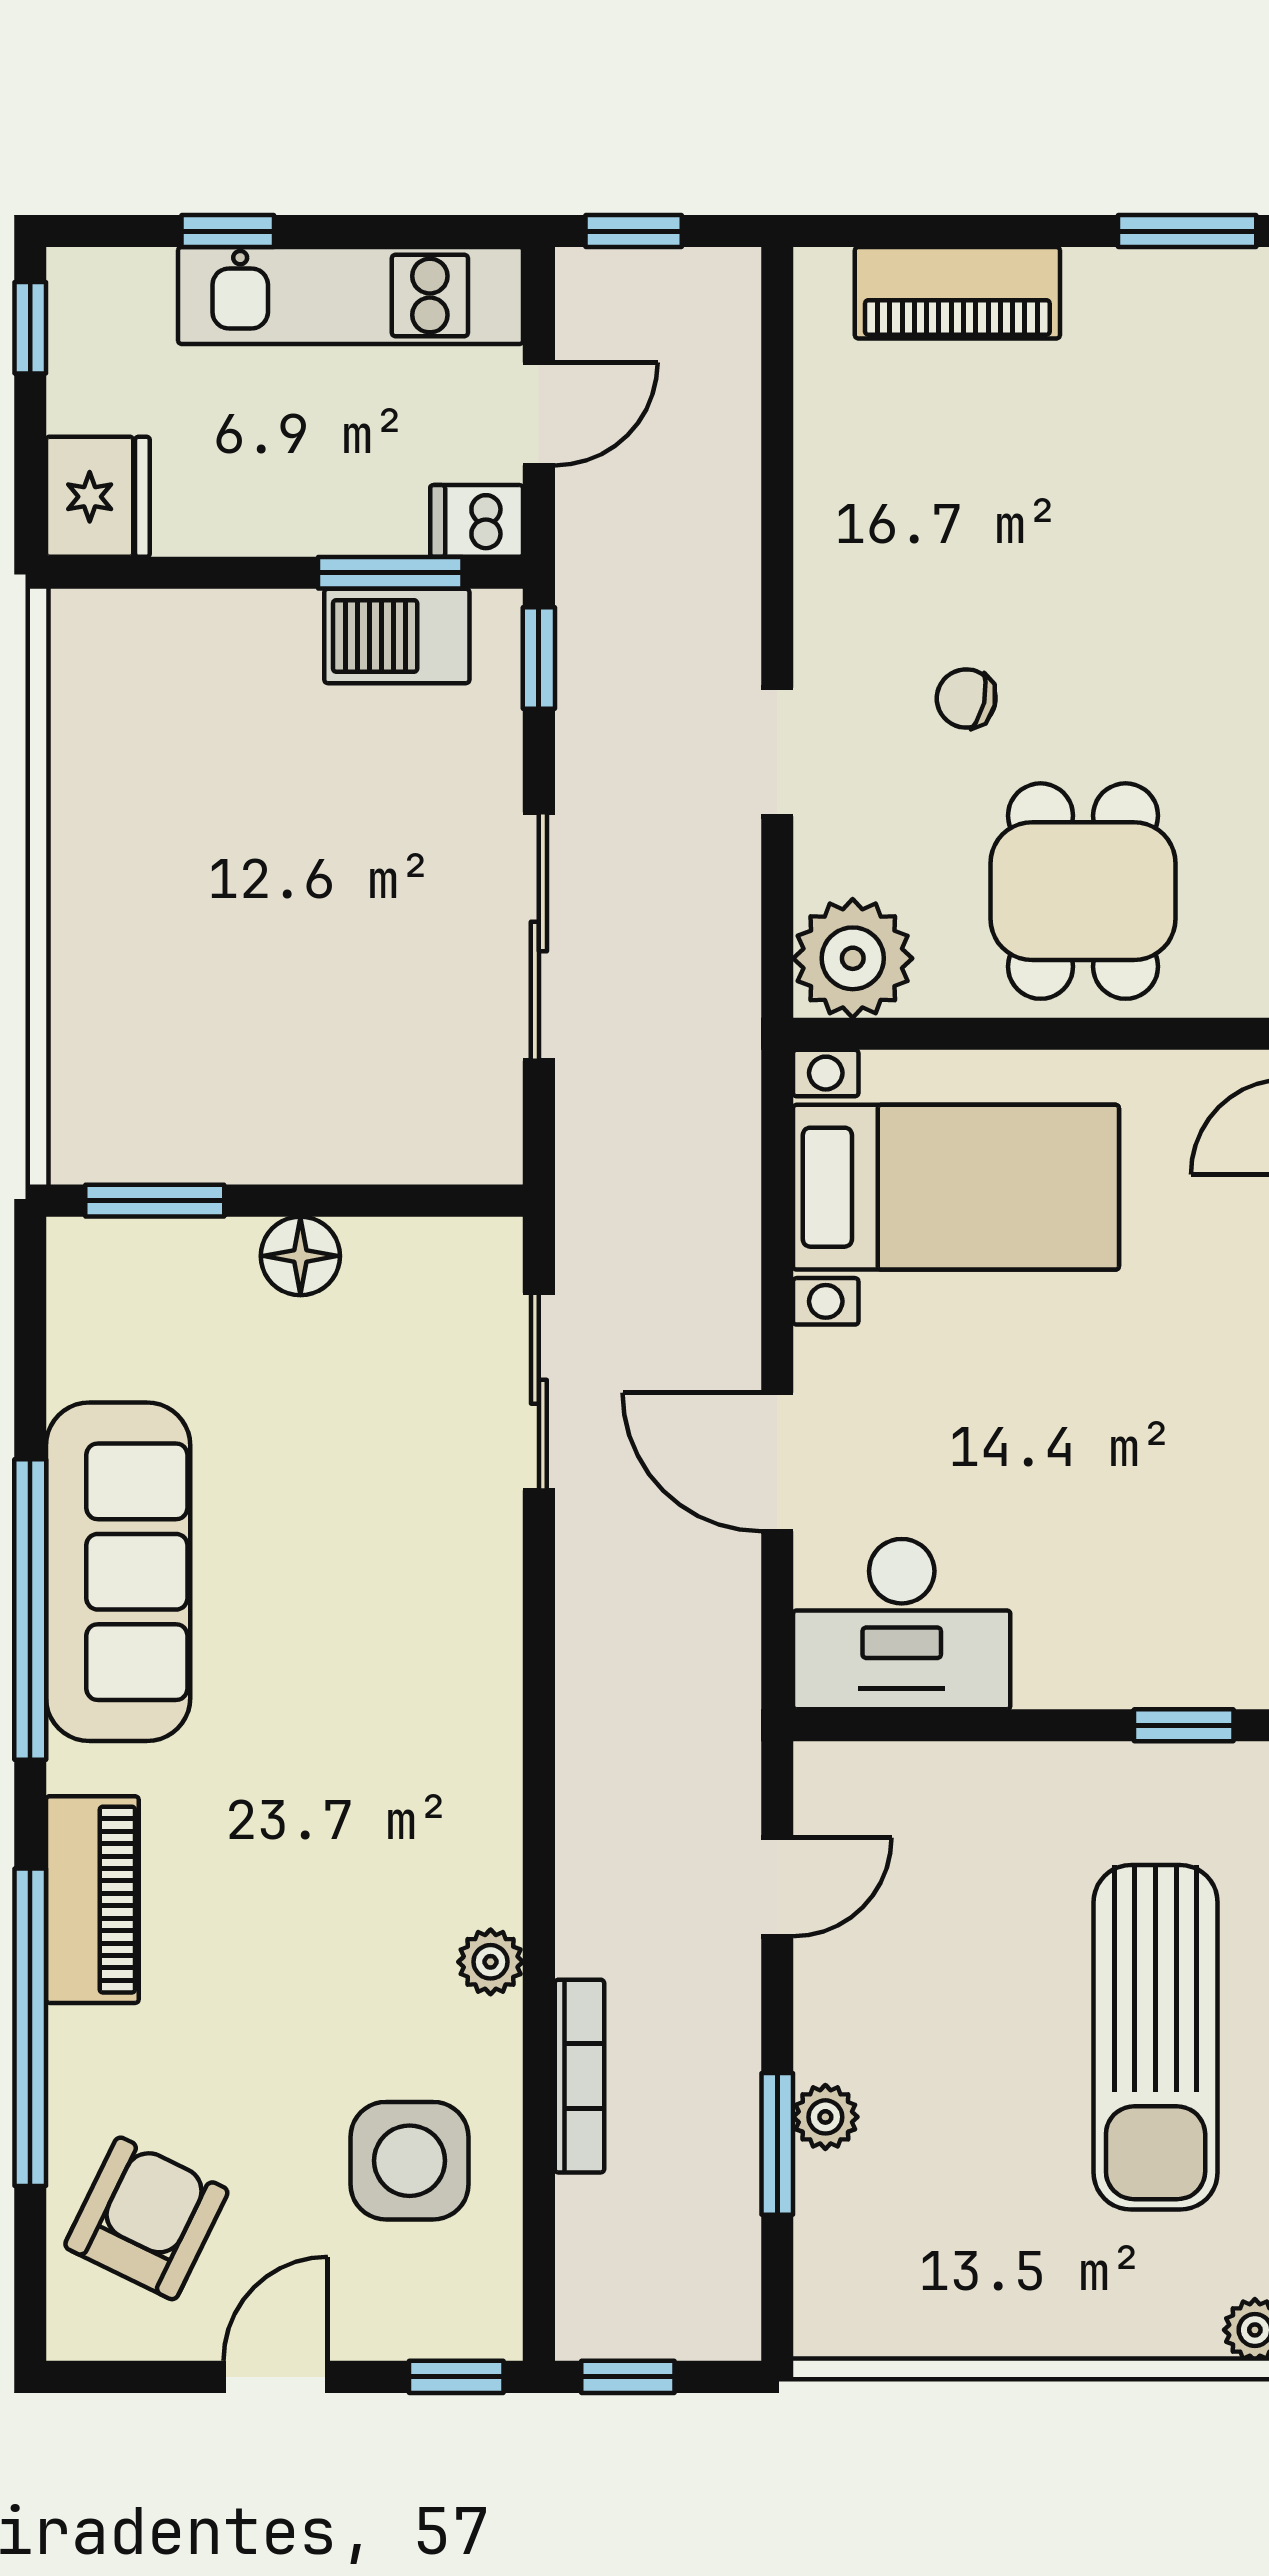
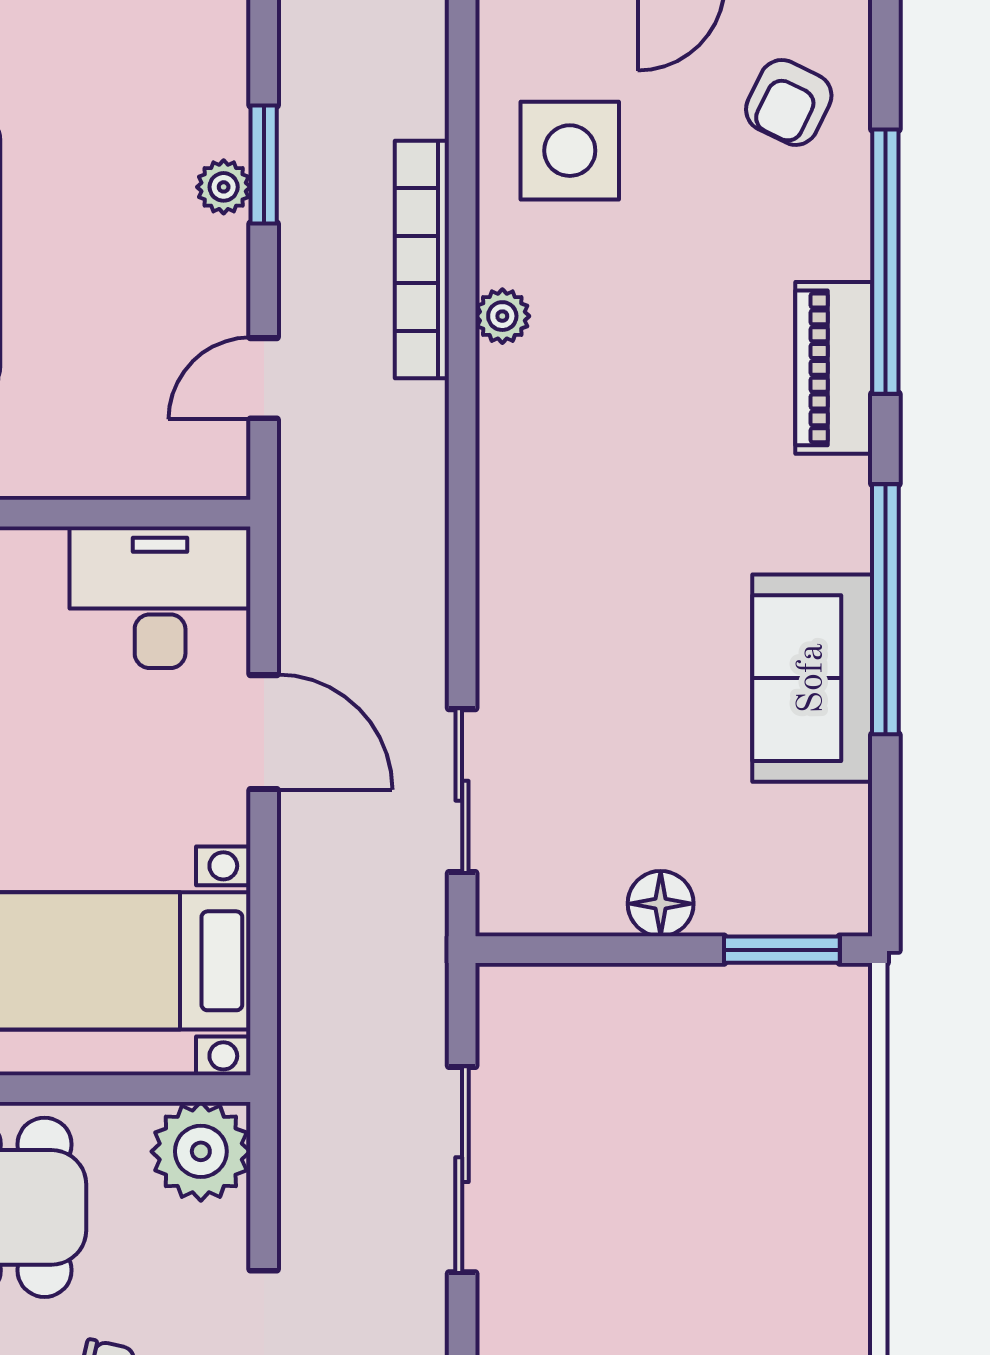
sofa: (118, 1572) -> (812, 678), width x0.73
bookcase: (579, 2076) -> (422, 259), width x1.48, depth x1.31
armchair: (146, 2218) -> (789, 102), width x0.72, depth x0.72

